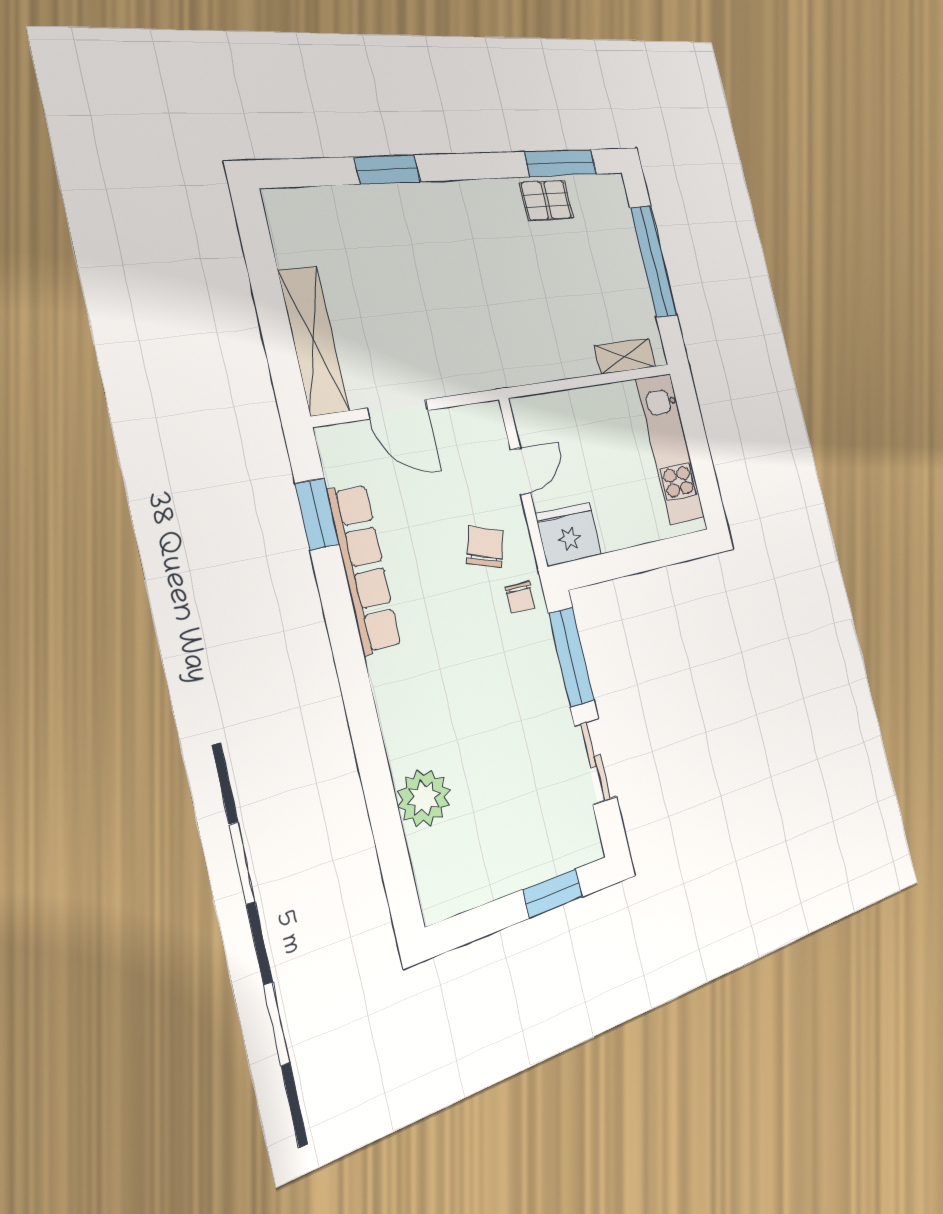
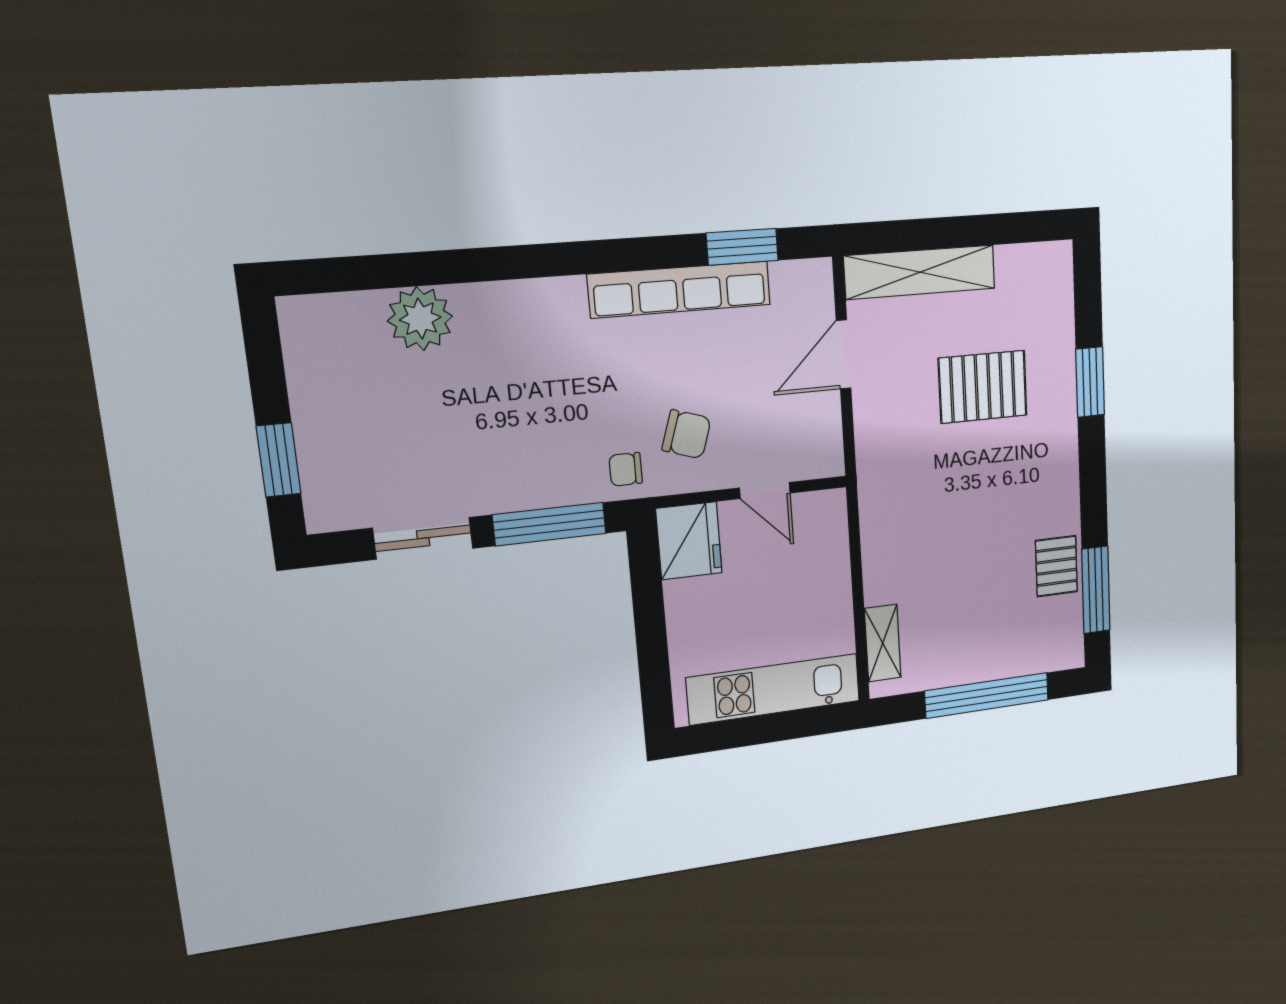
pallet: (407, 274) -> (983, 387), added

